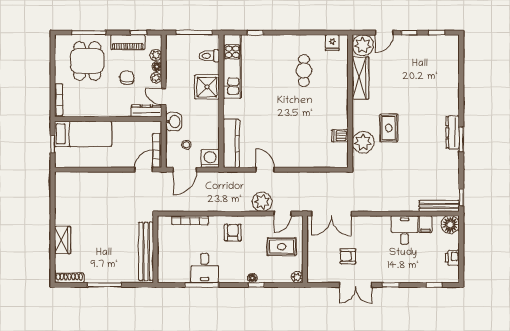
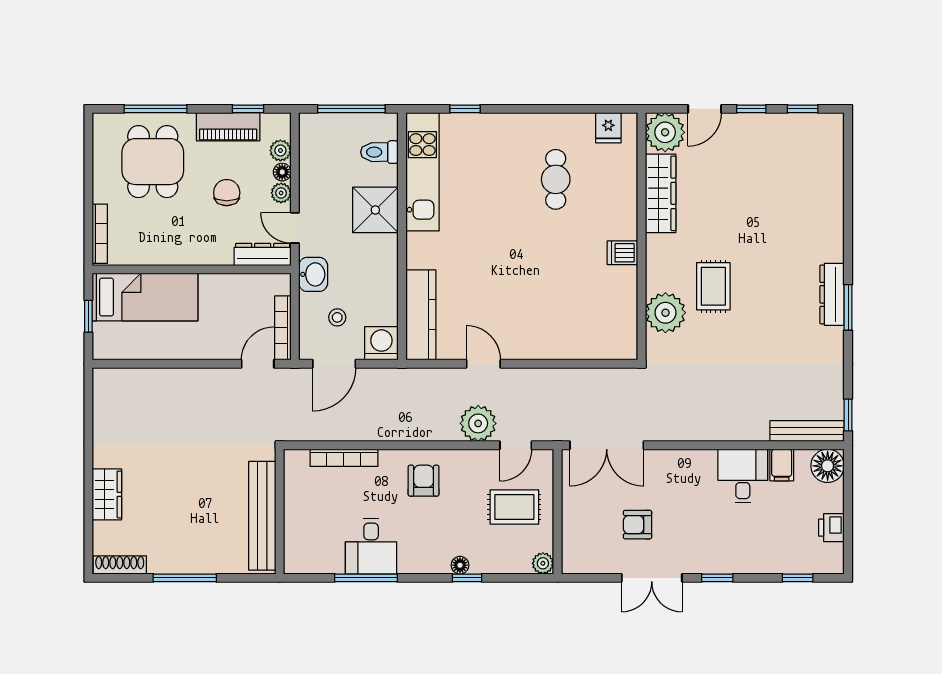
dishwasher: (340, 136) -> (622, 253), moved

